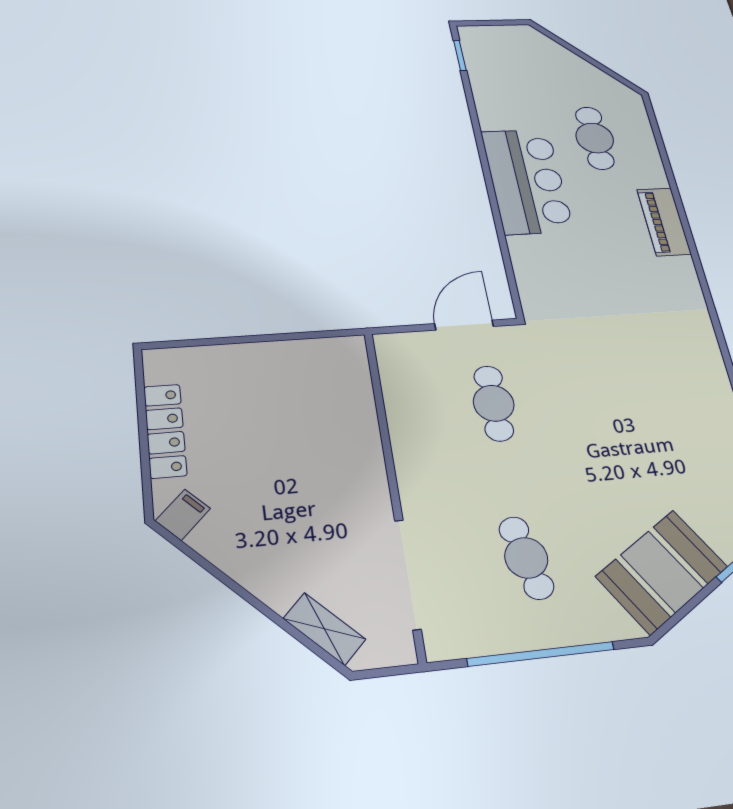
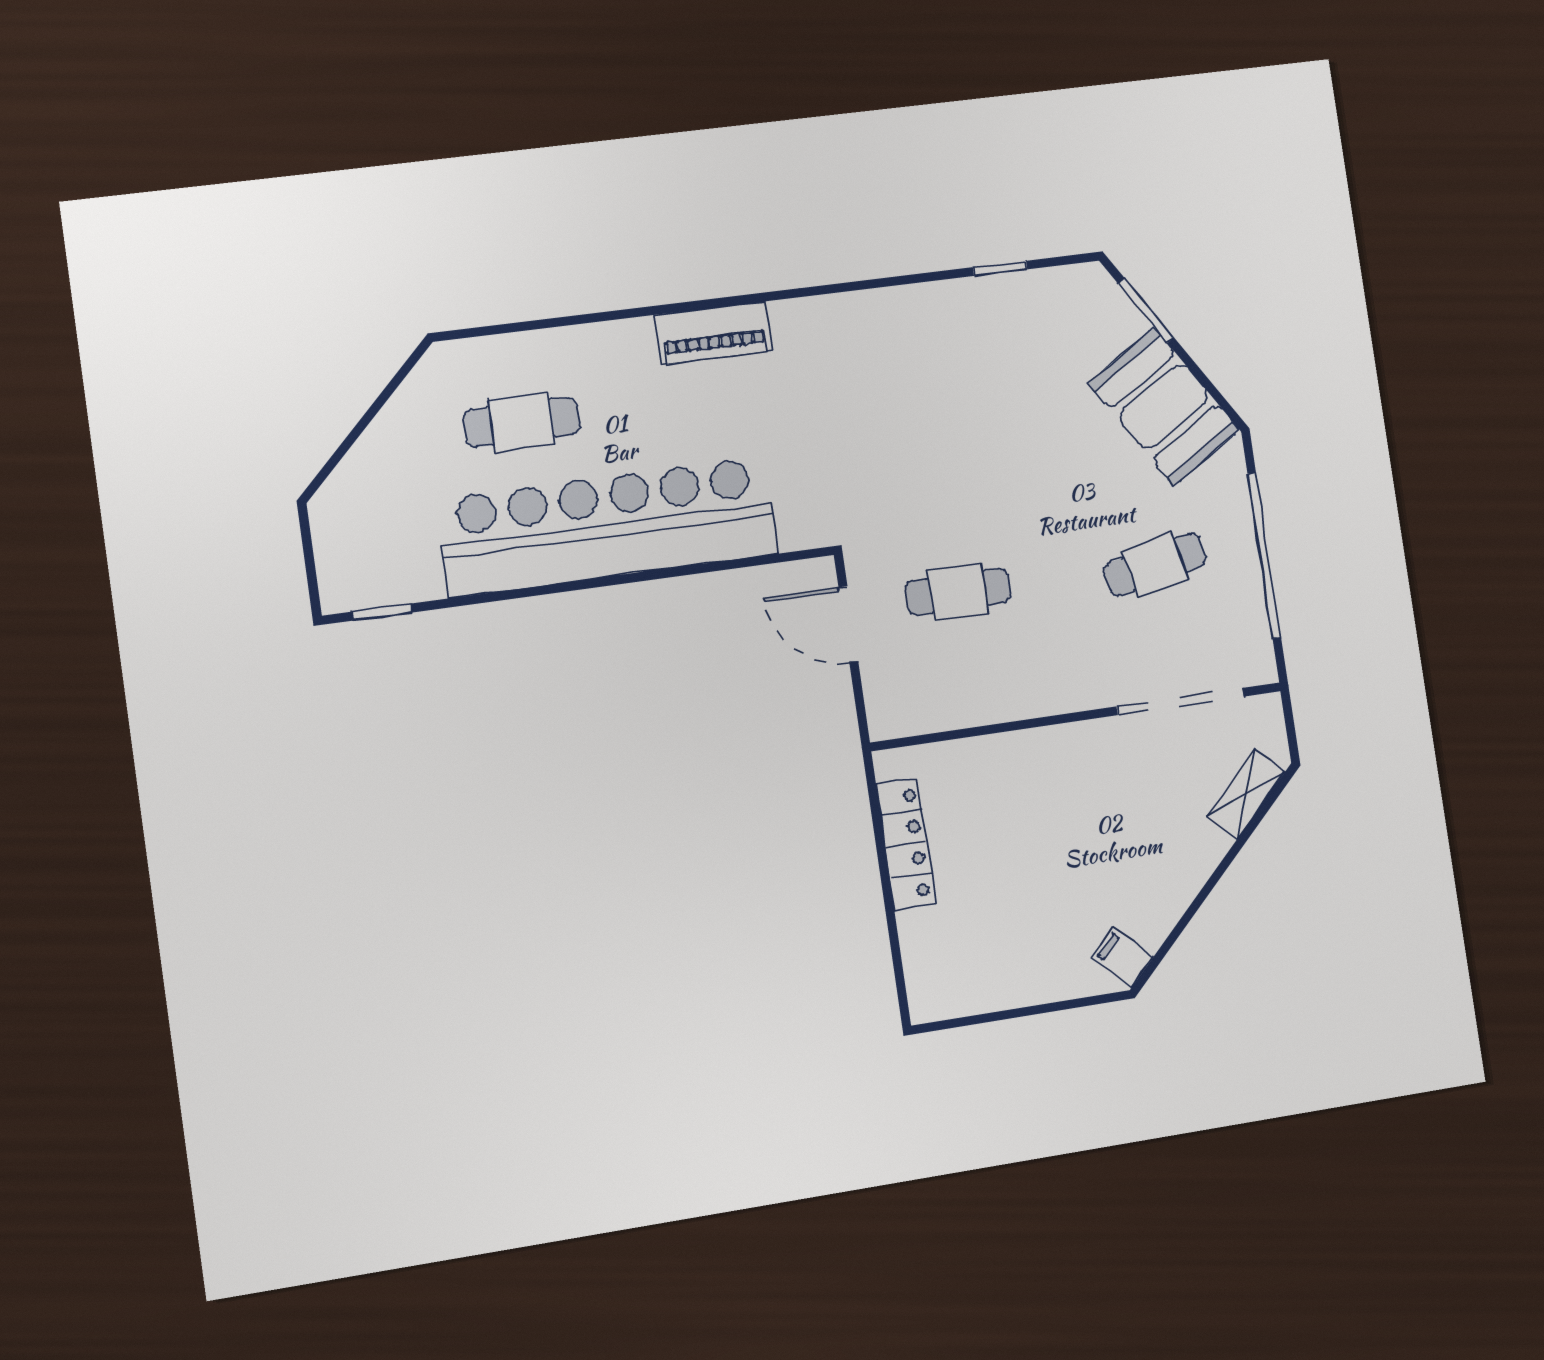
bar counter: (527, 181) -> (608, 527), width x1.86
piano: (664, 222) -> (713, 333), moved
locker: (165, 431) -> (906, 844), moved, turned 90

